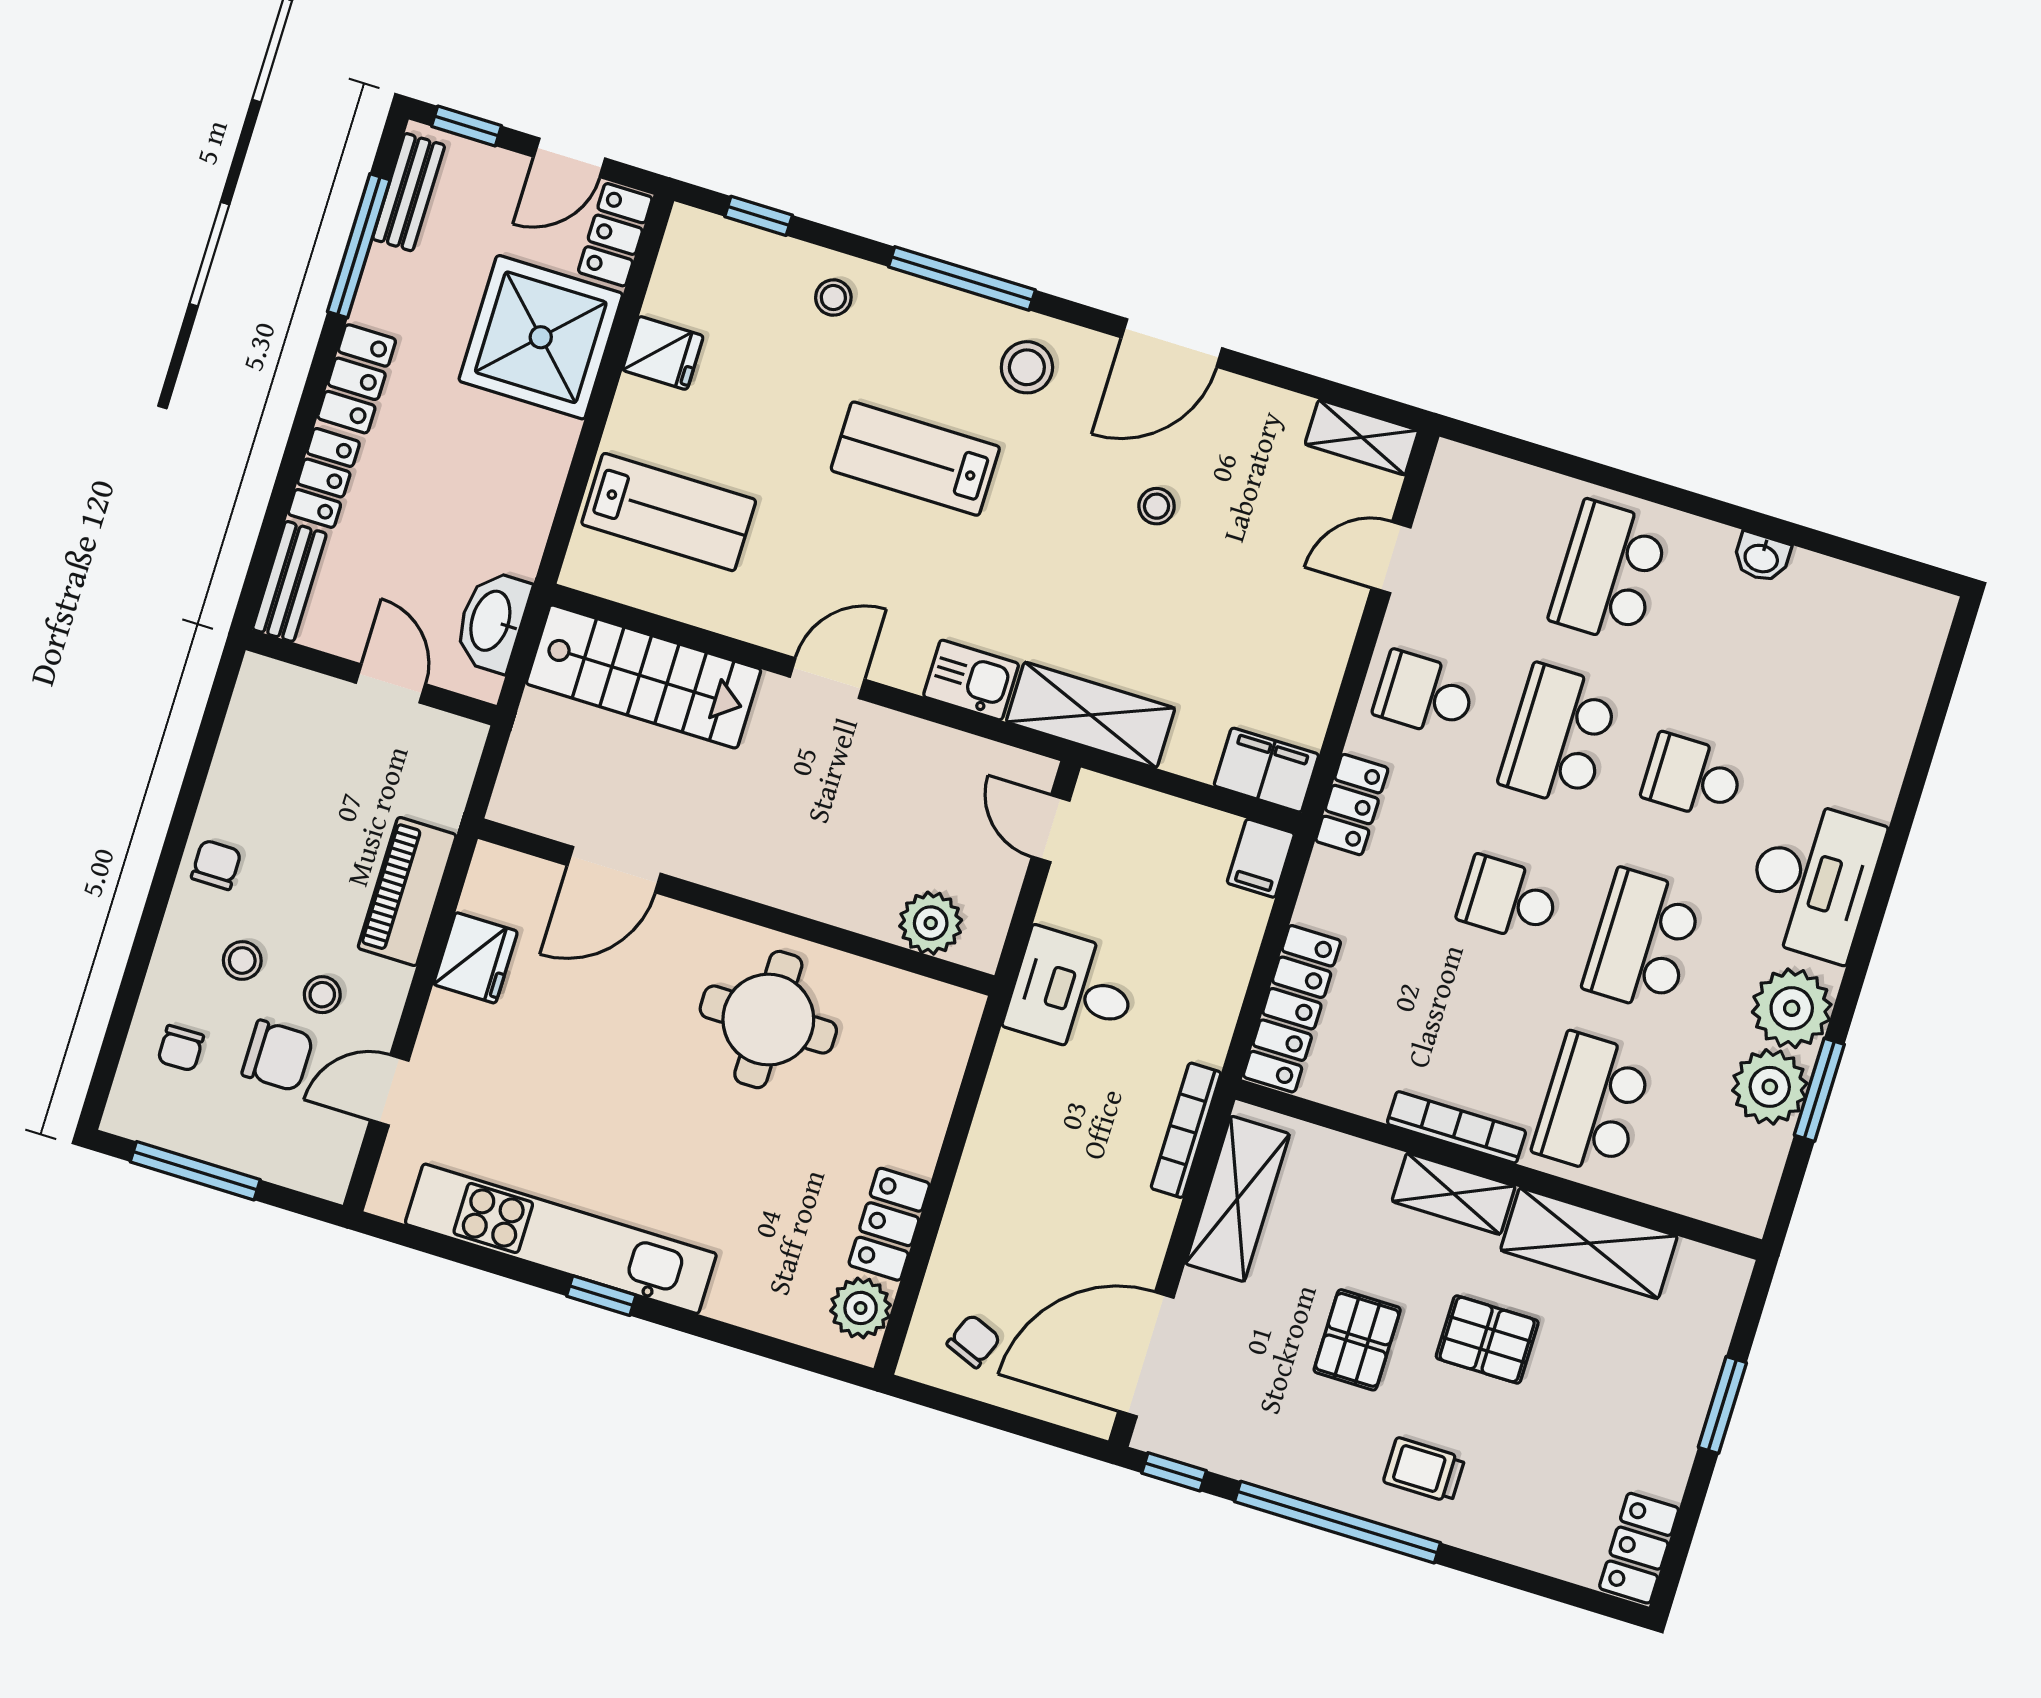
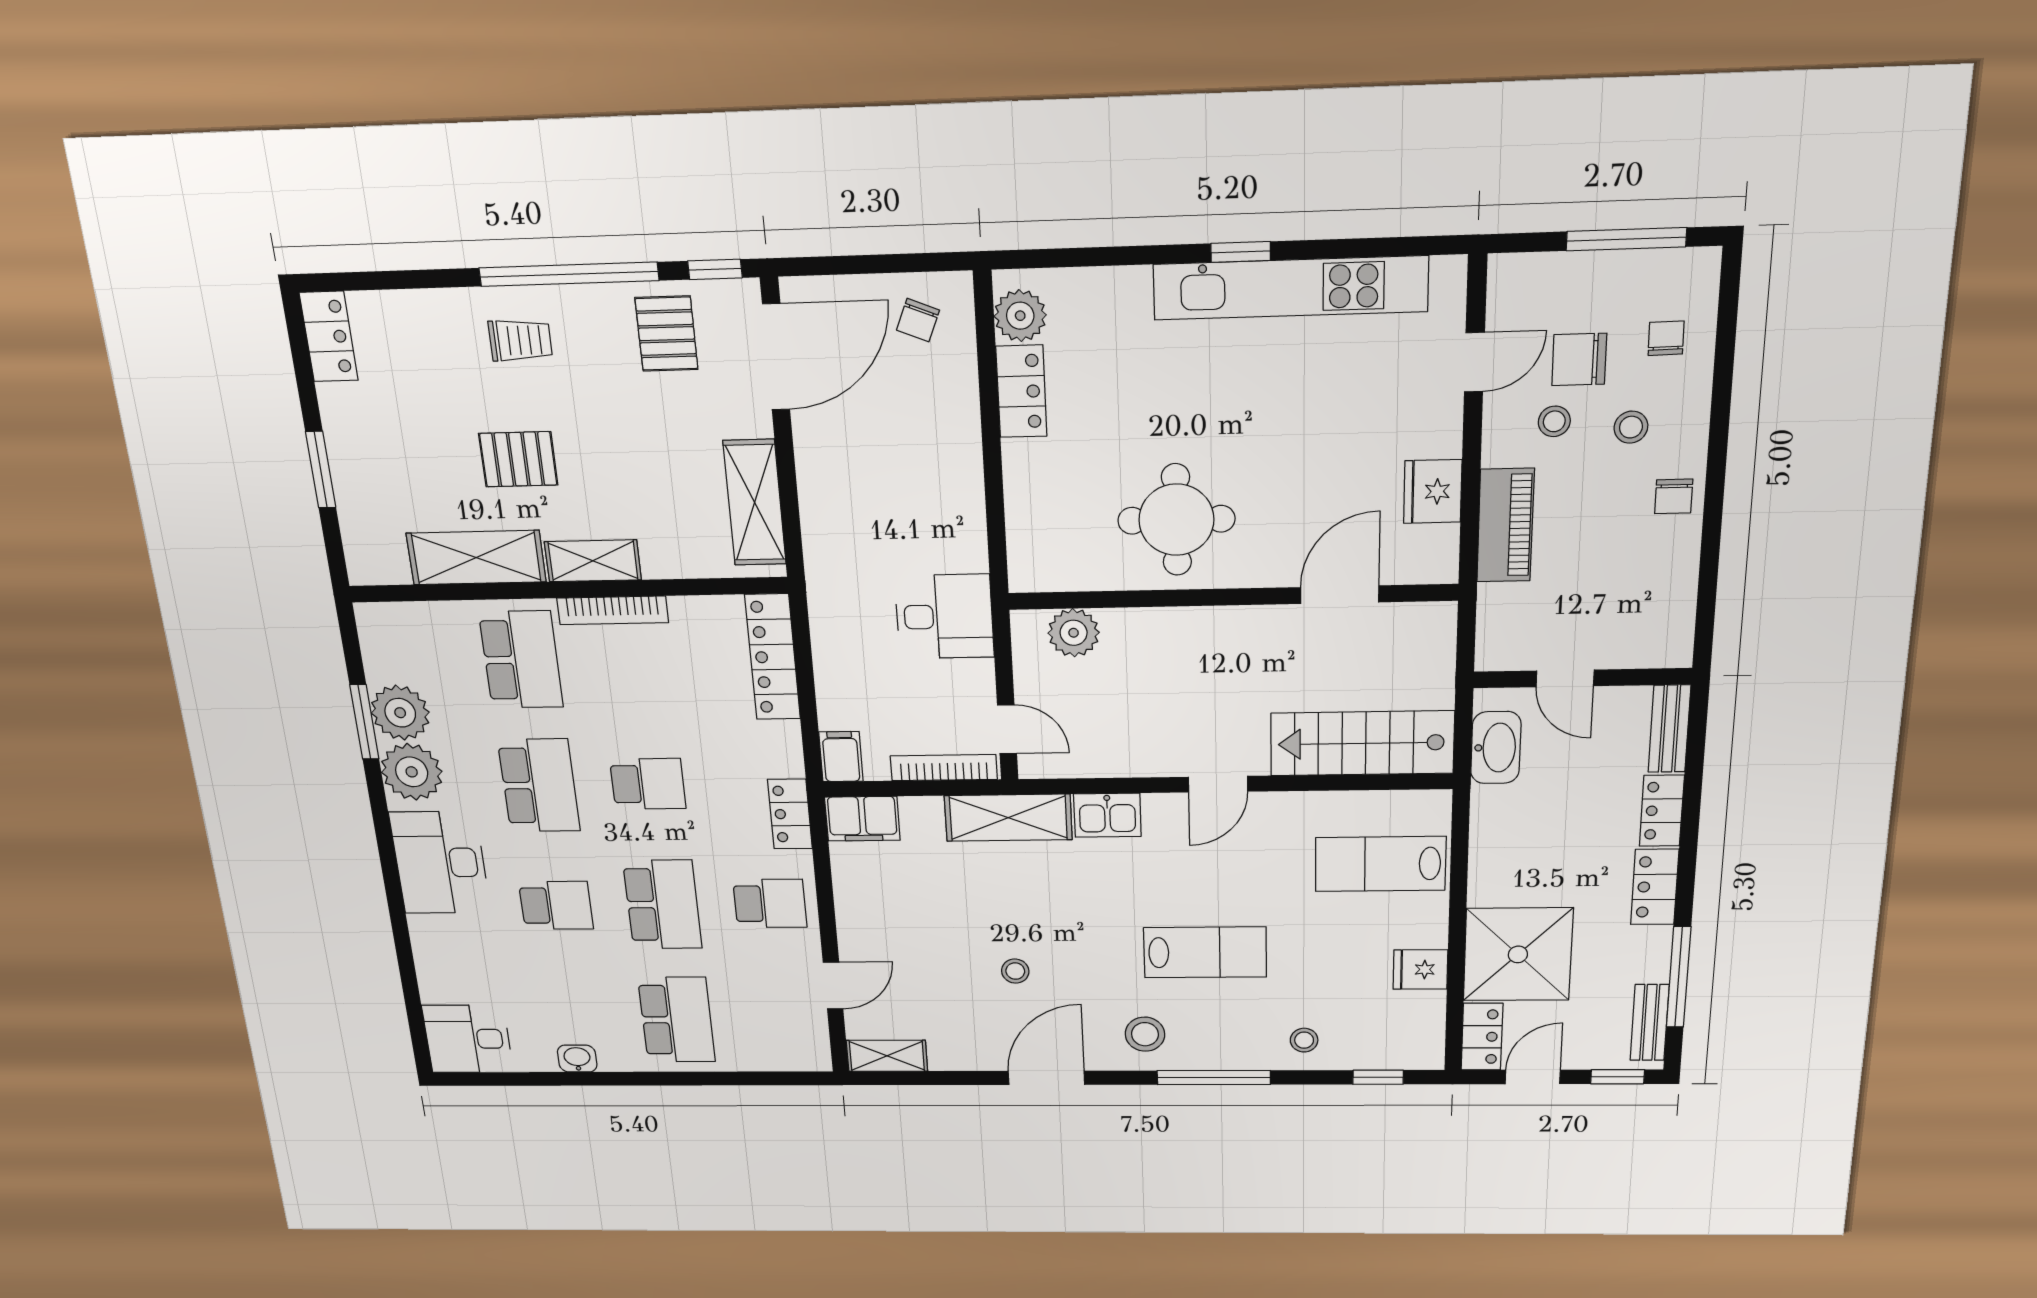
desk: (1891, 630) -> (468, 1039), added
bookcase: (1186, 1130) -> (944, 768), moved, turned -90
pallet: (1357, 1340) -> (667, 334), moved

